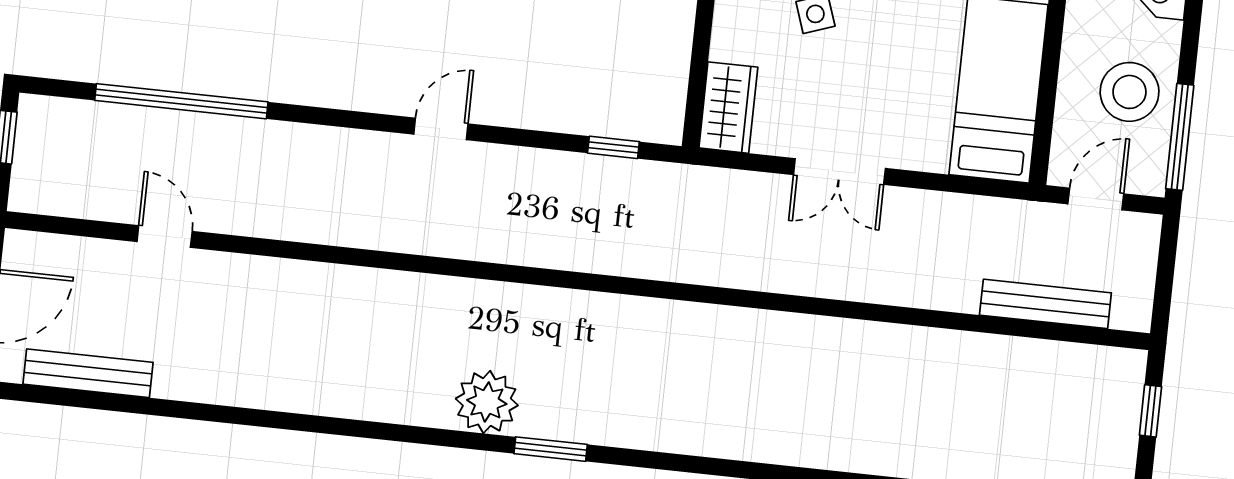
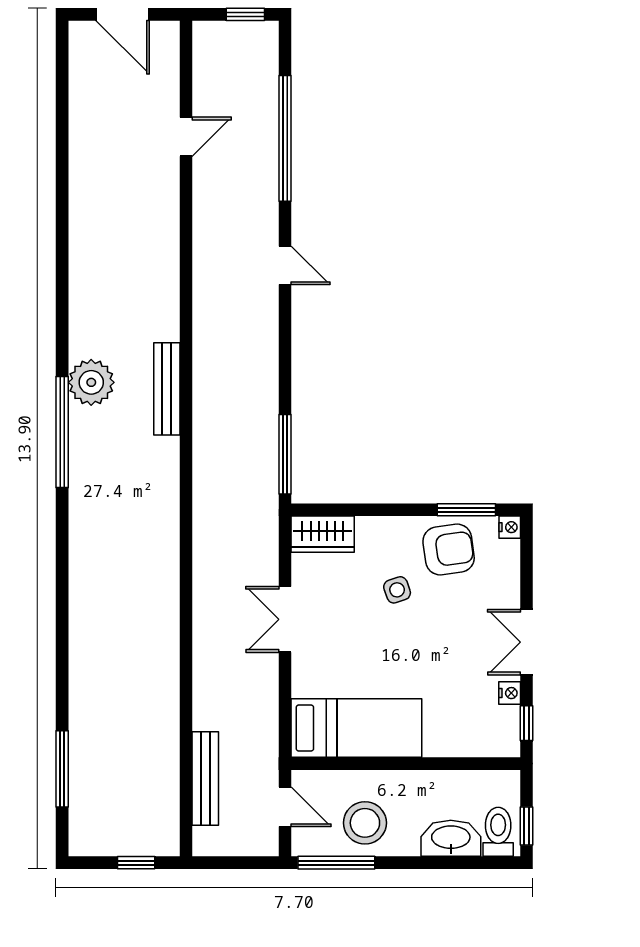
door: (441, 129) -> (285, 265), moved
window: (613, 147) -> (285, 454), width x2.17
bench: (88, 373) -> (167, 389), moved
window: (551, 449) -> (62, 432), width x2.11

